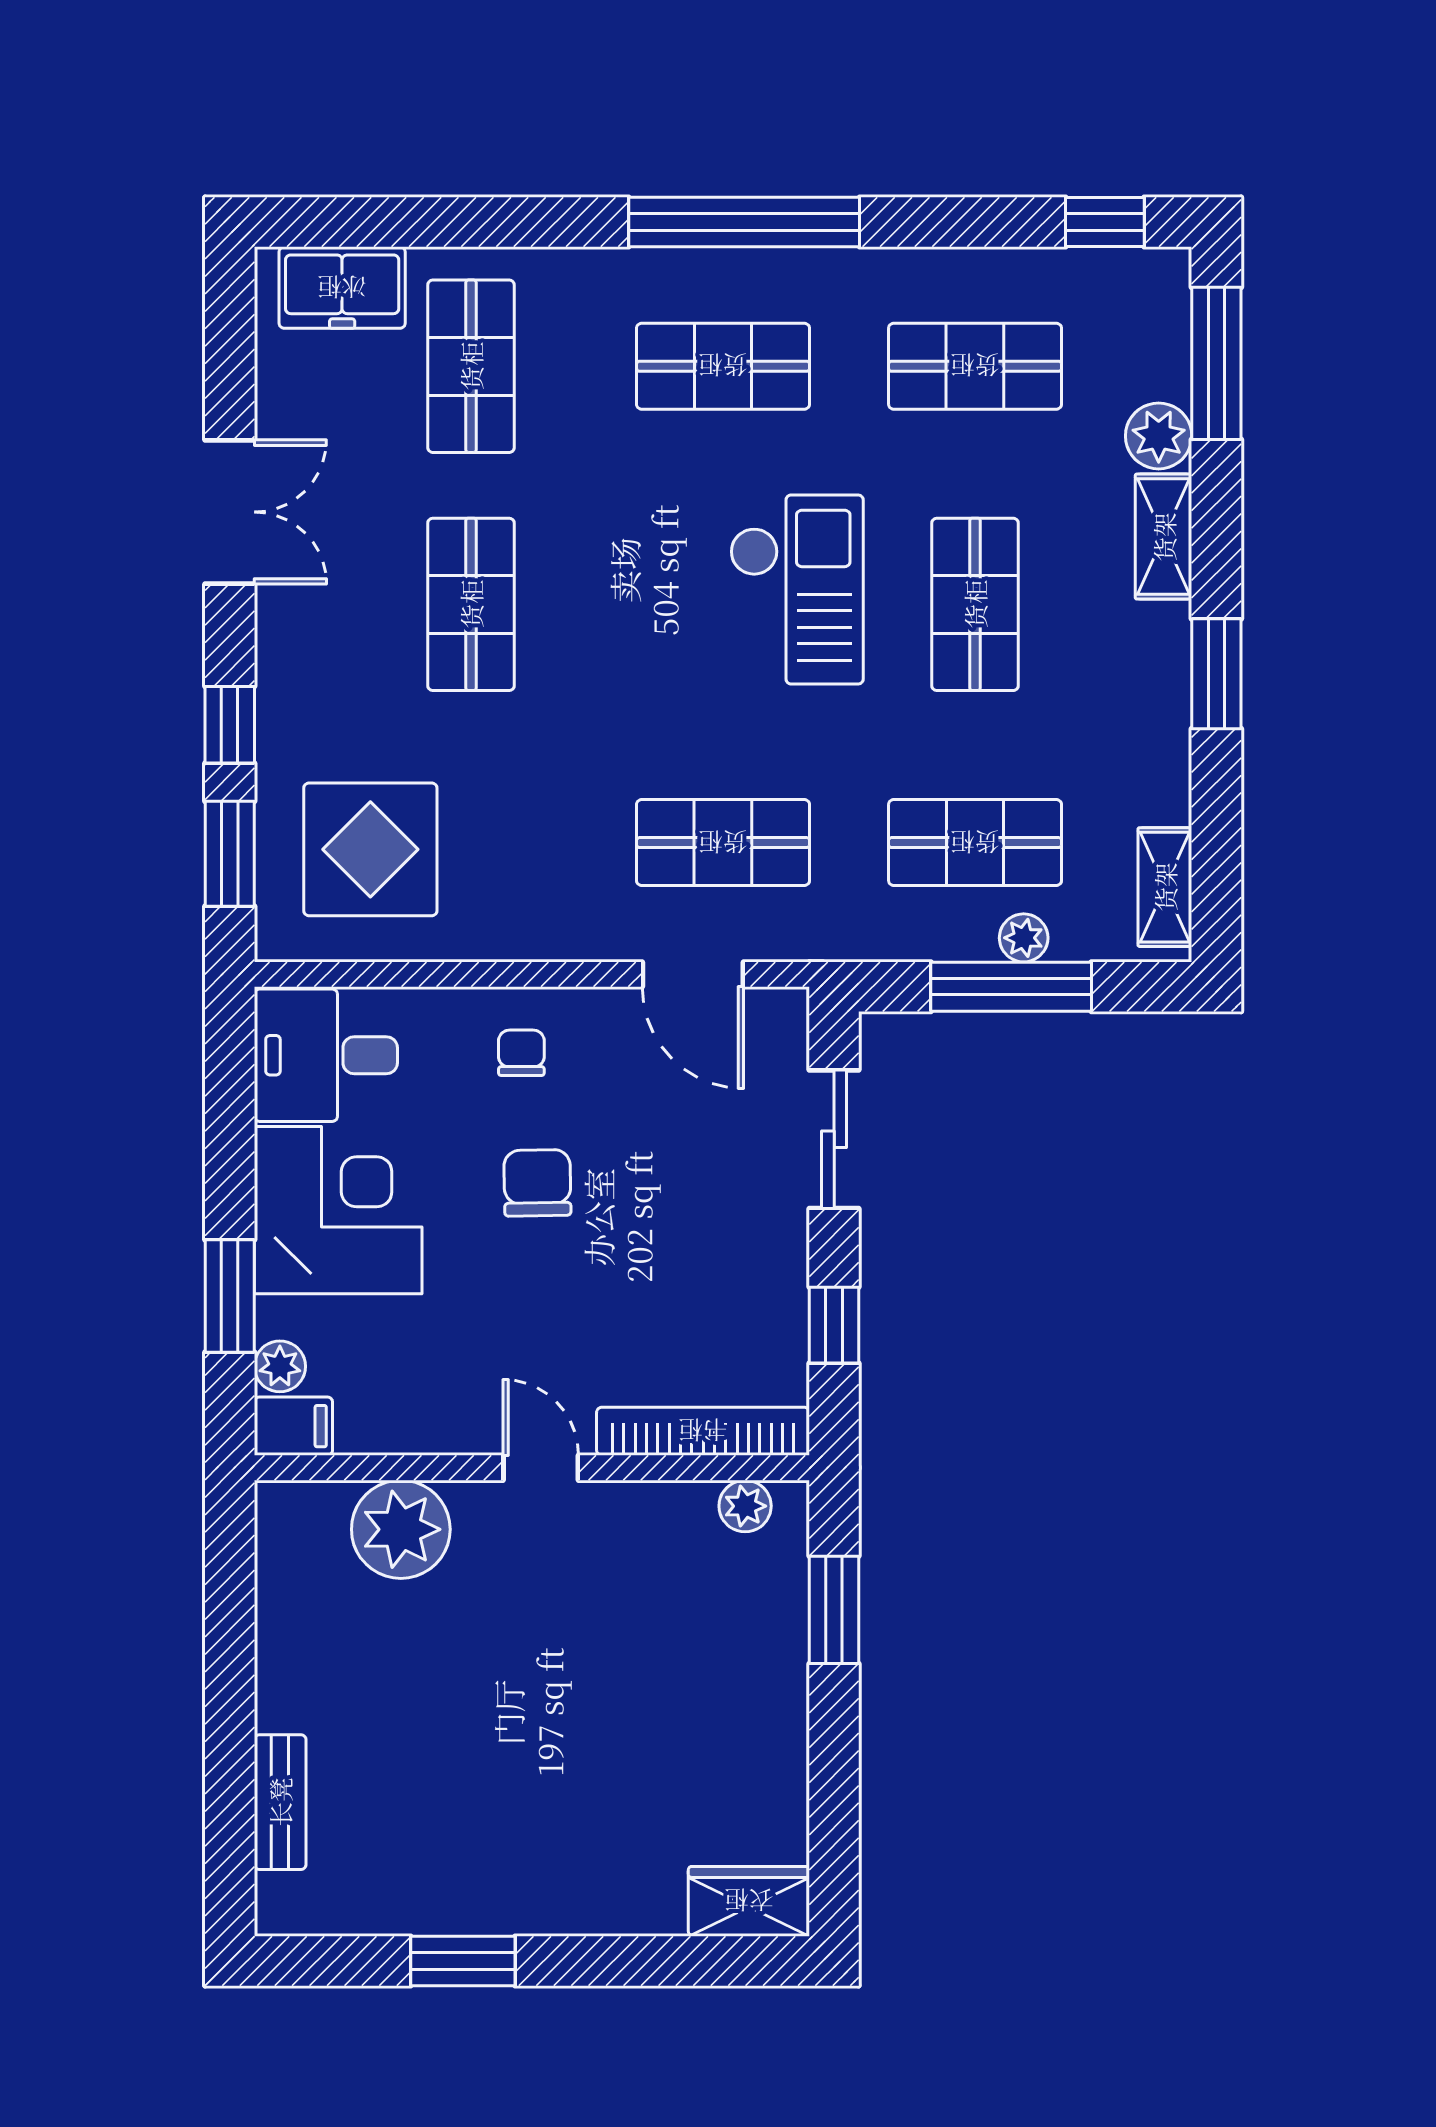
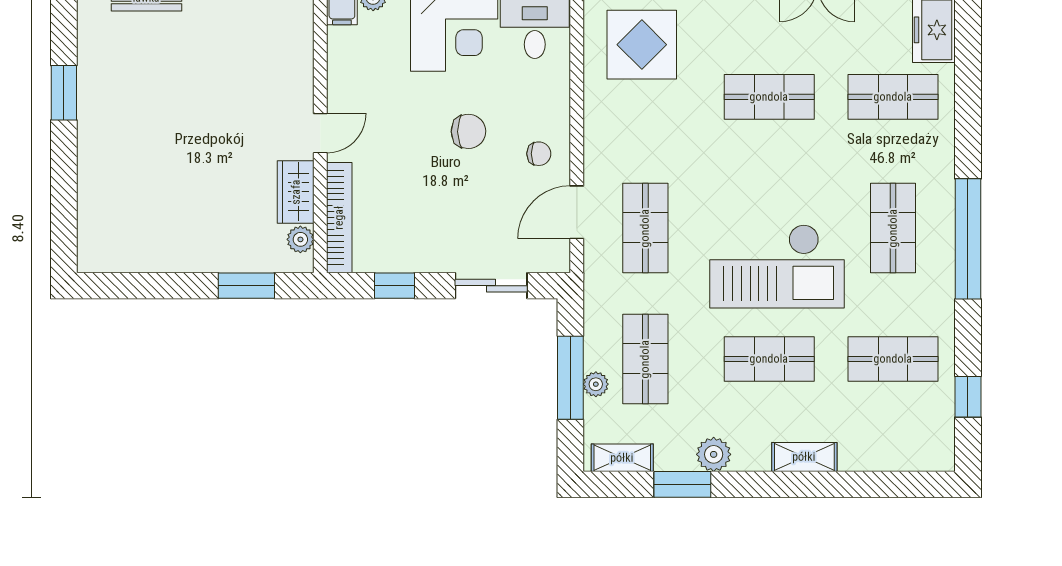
window: (1105, 222) -> (968, 397), moved
window: (1216, 363) -> (895, 484), removed
shop shelf: (975, 366) -> (893, 359), turned 90
plant: (1159, 436) -> (714, 454), moved
checkout: (797, 589) -> (777, 266), width x1.36, depth x1.21
window: (1216, 674) -> (682, 484), moved
chair: (521, 1053) -> (539, 154), moved
plant: (401, 1529) -> (288, 60), removed
wardrobe: (749, 1901) -> (296, 192), moved, turned 180

